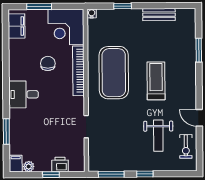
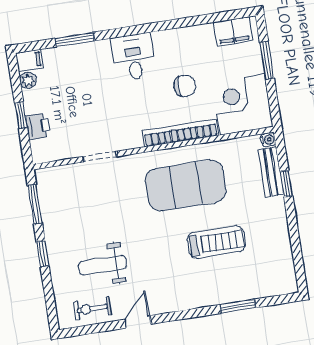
bench: (159, 15) -> (271, 172), moved
treadmill: (156, 81) -> (216, 242), moved

